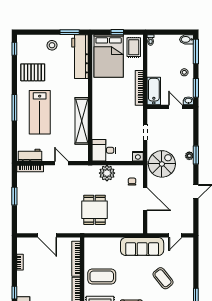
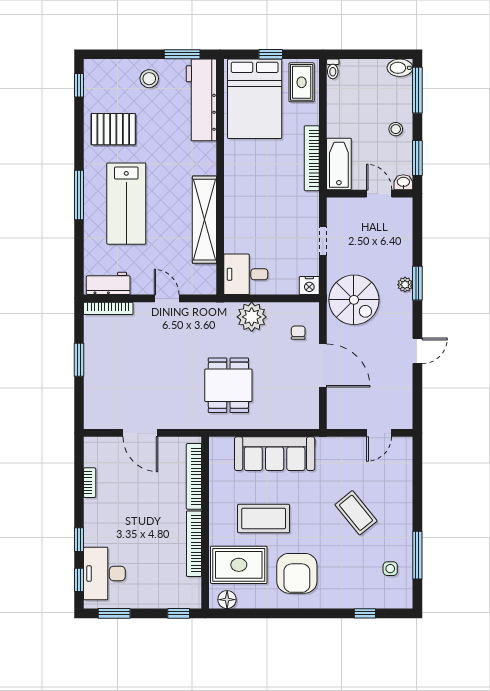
spiral stairs: (162, 164) -> (354, 300), turned 90
sofa: (142, 247) -> (275, 454), moved
coffee table: (102, 276) -> (264, 518), moved

